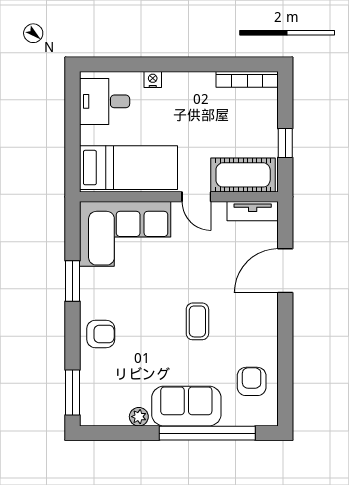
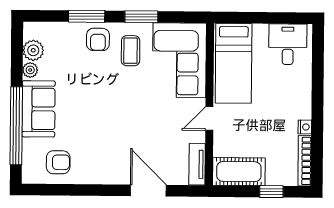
nightstand: (153, 80) -> (305, 127), moved
window: (285, 143) -> (271, 192), moved
cot: (243, 175) -> (239, 172), moved, turned 90
coffee table: (197, 321) -> (131, 51), moved, turned 90
window: (73, 393) -> (87, 16), moved
plant: (115, 413) -> (33, 50), added

